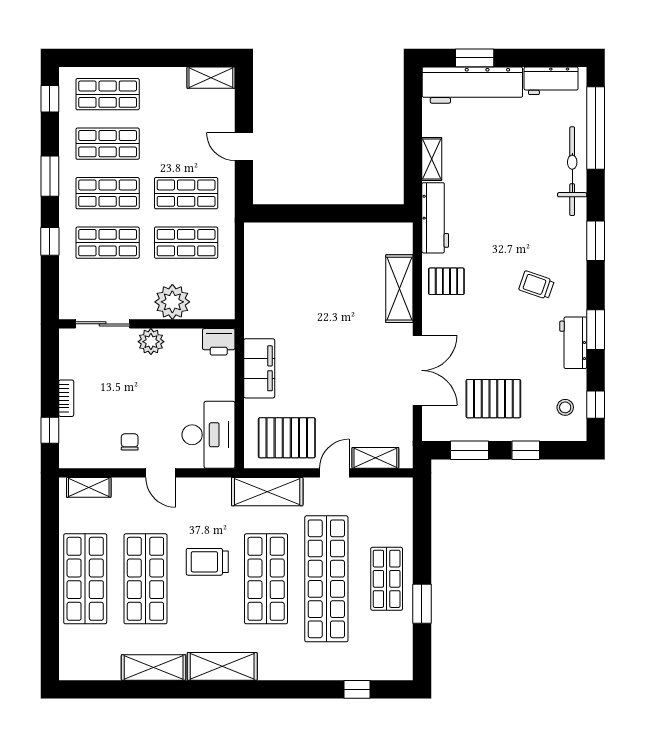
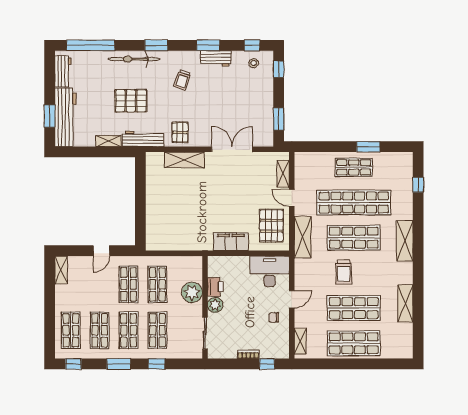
bicycle: (572, 171) -> (134, 59), moved
printer: (219, 342) -> (215, 287), moved
pallet: (493, 399) -> (131, 101), moved, turned 90
window: (526, 450) -> (279, 69), moved
shelving: (222, 666) -> (405, 241), moved

